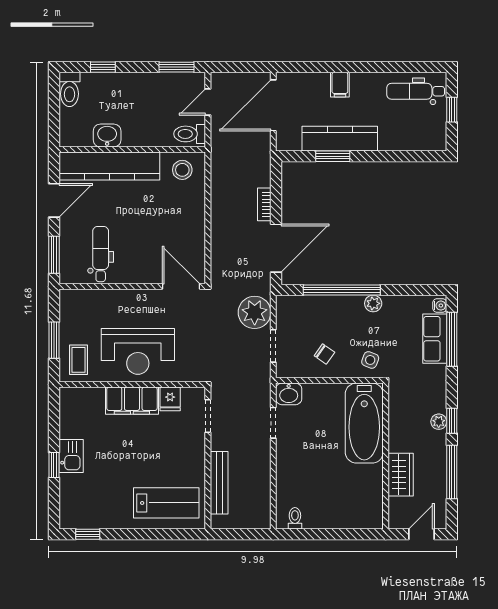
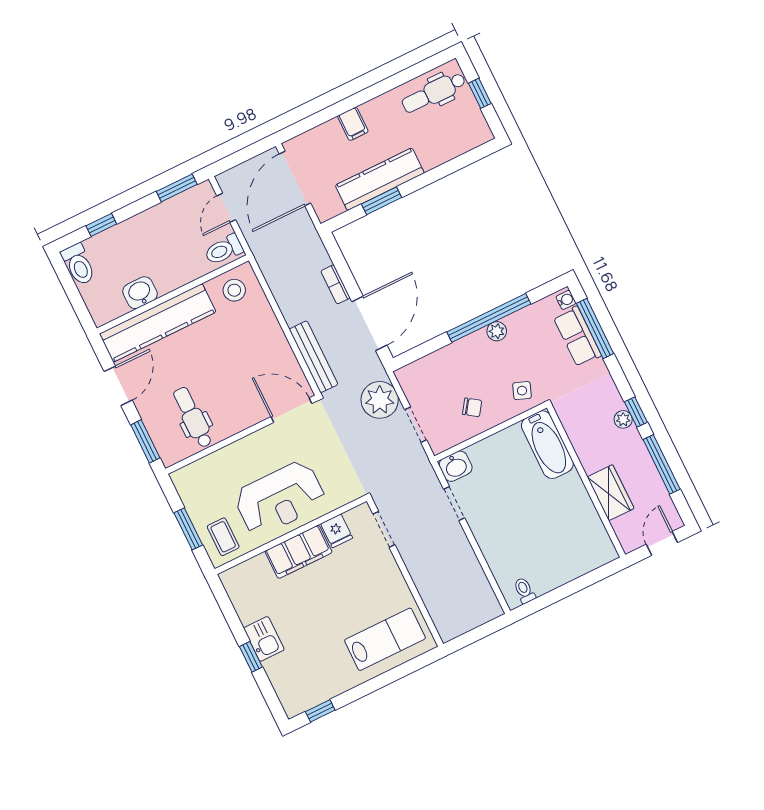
window: (342, 290) -> (489, 318), moved
bathtub: (364, 423) -> (547, 445), width x0.73, depth x0.73
bench: (219, 483) -> (314, 357), moved

